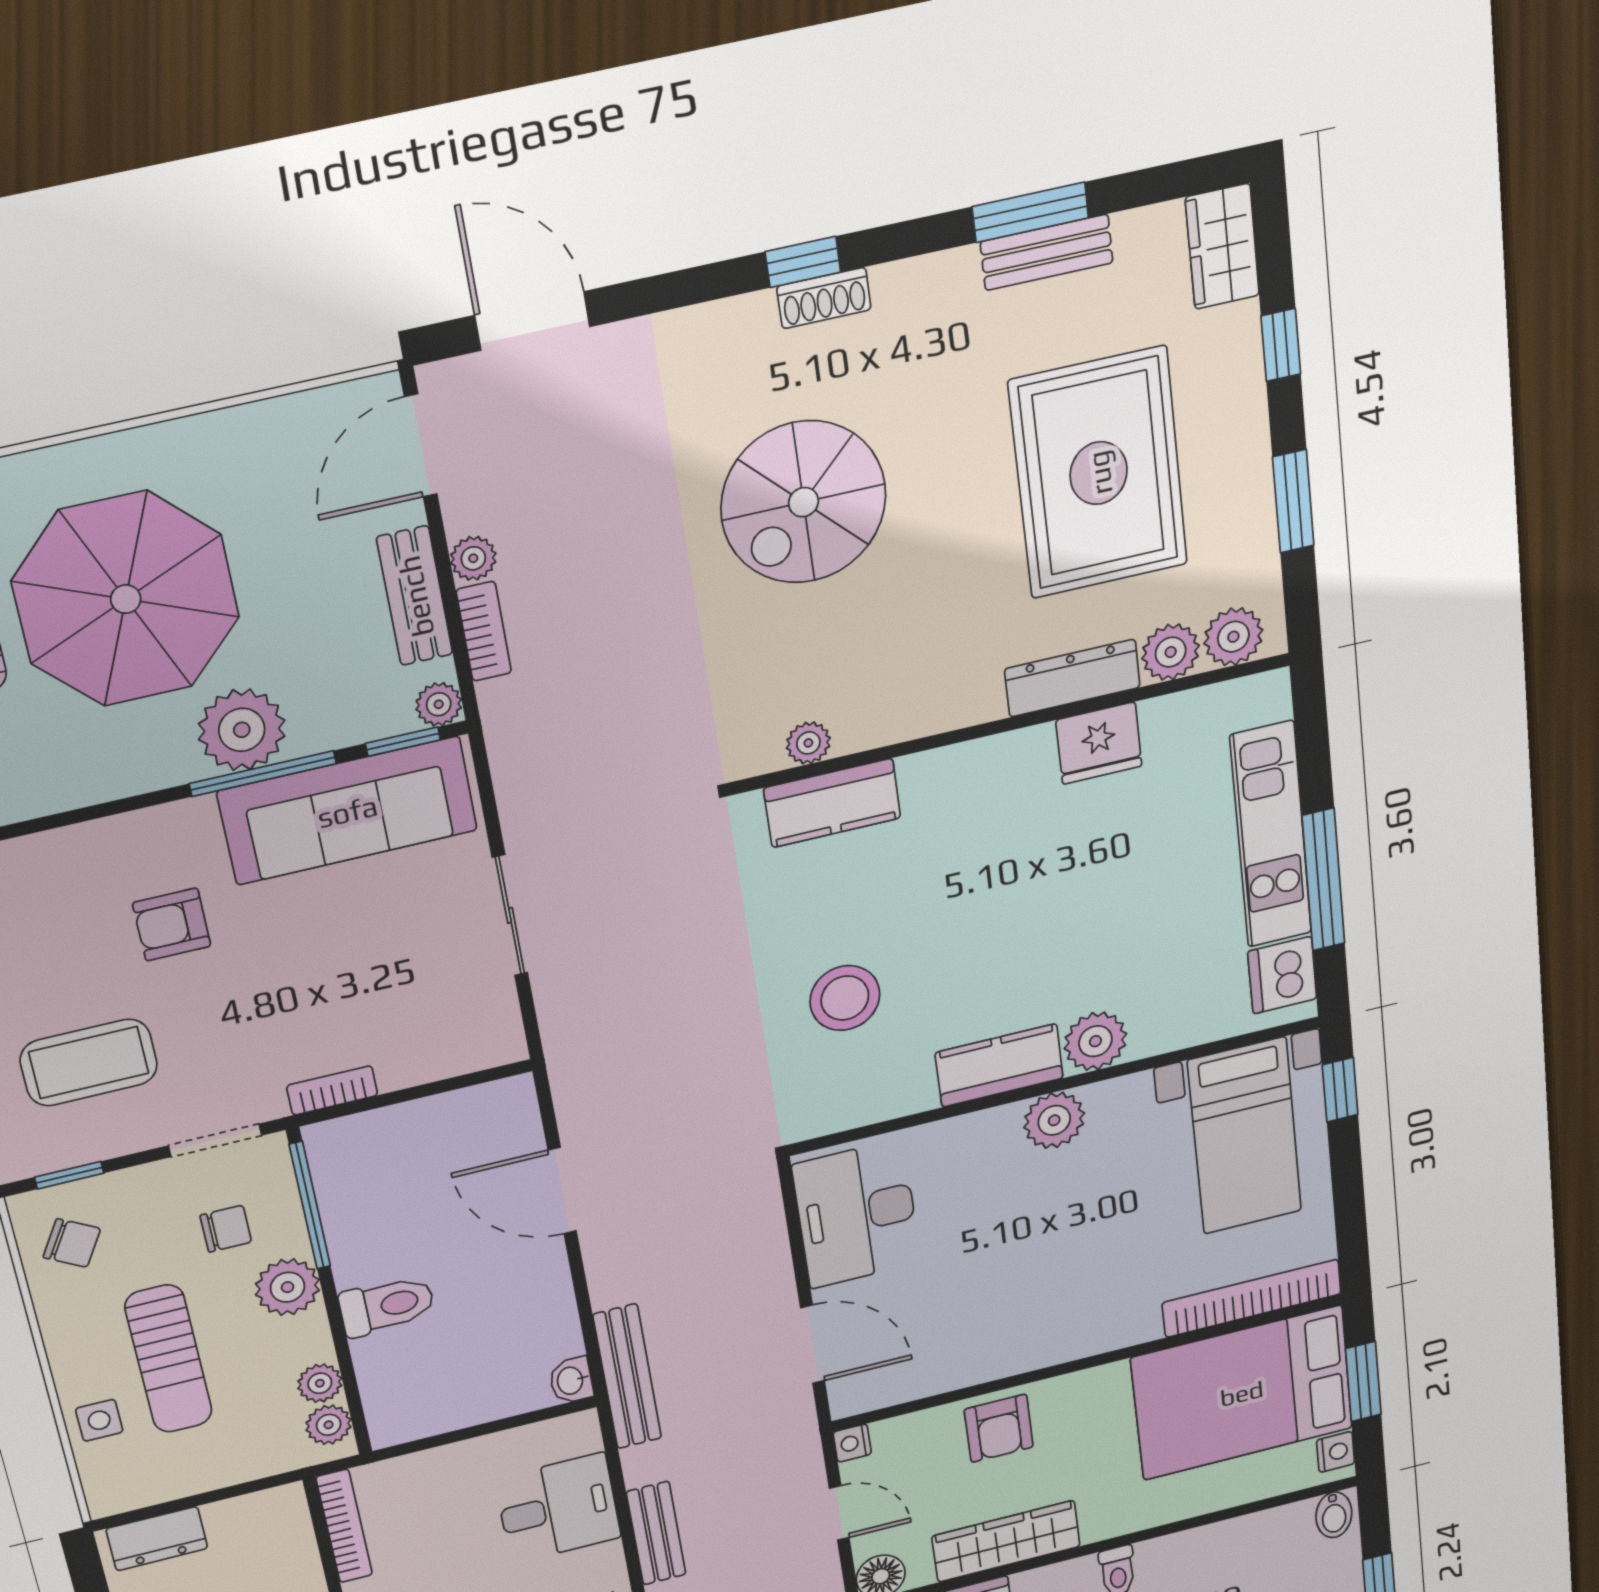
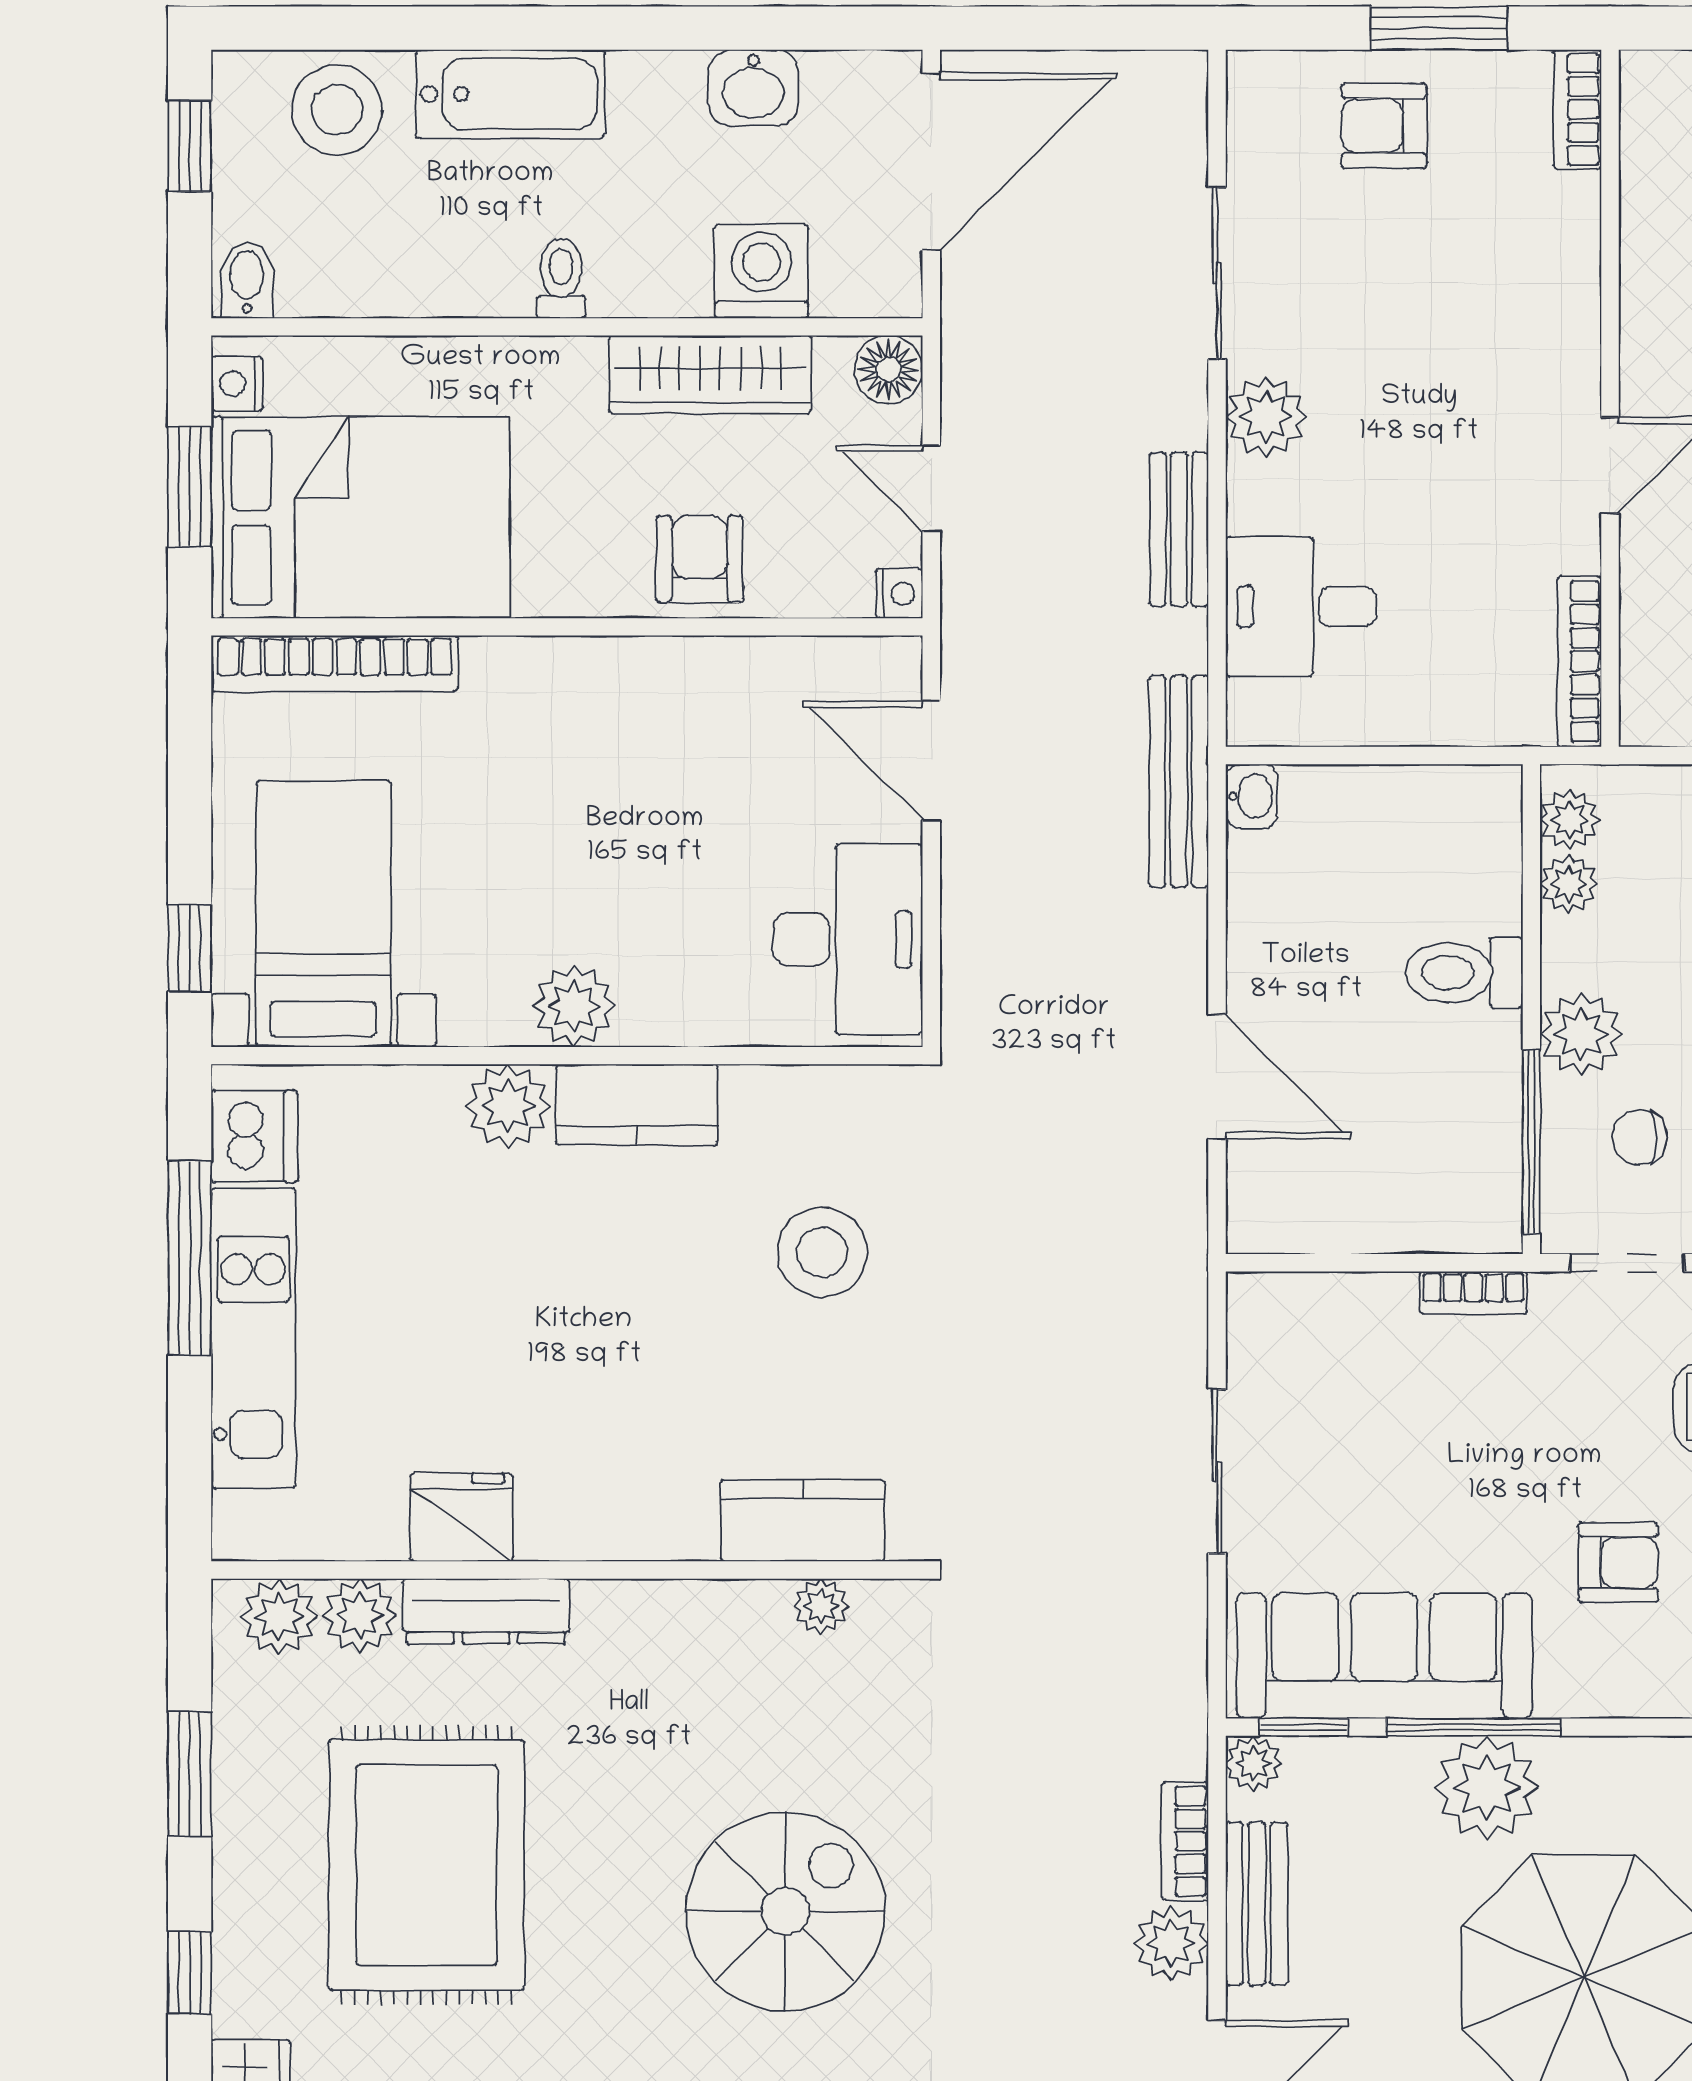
plant: (473, 558) -> (1171, 1943), width x1.38, depth x1.38

